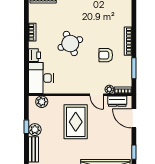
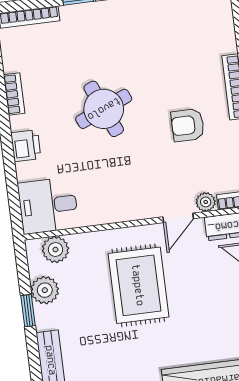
desk: (41, 78) -> (48, 205), width x0.73
door: (97, 95) -> (178, 218), hinge flipped
plant: (35, 130) -> (45, 290), moved

